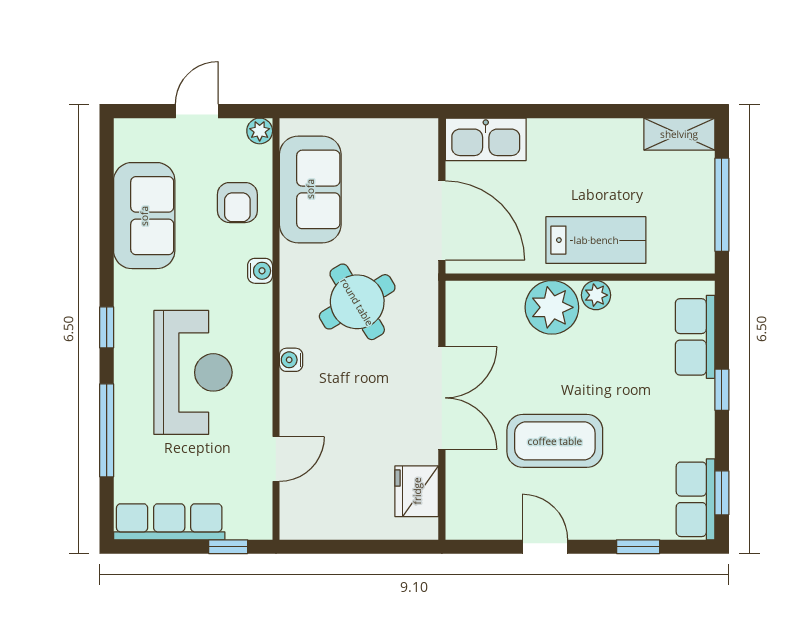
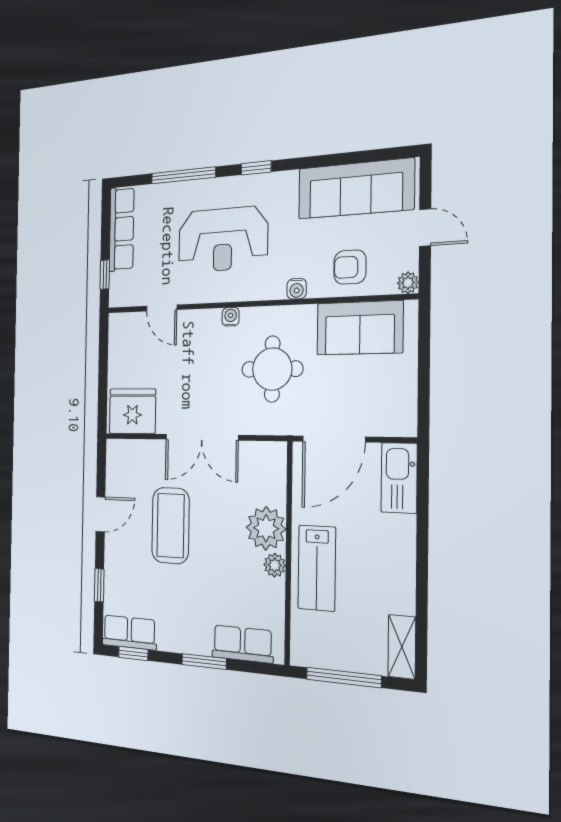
sofa: (144, 216) -> (356, 189), width x1.36
round table: (357, 302) -> (272, 369), turned 31
window: (722, 390) -> (204, 662), width x1.50
fridge: (417, 491) -> (132, 411), width x1.36, depth x1.34

